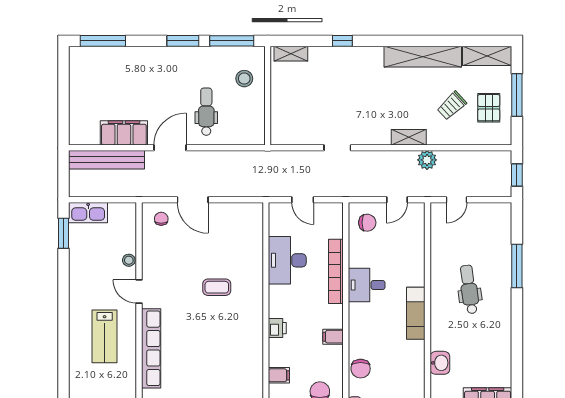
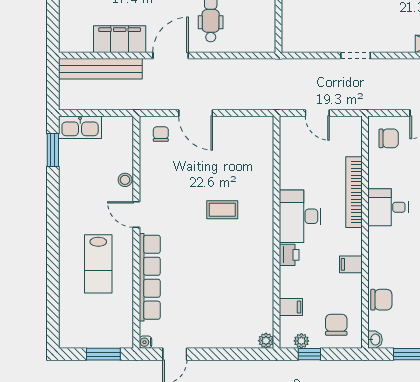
desk: (287, 260) -> (300, 216), moved
chair: (361, 369) -> (381, 300), turned -90

